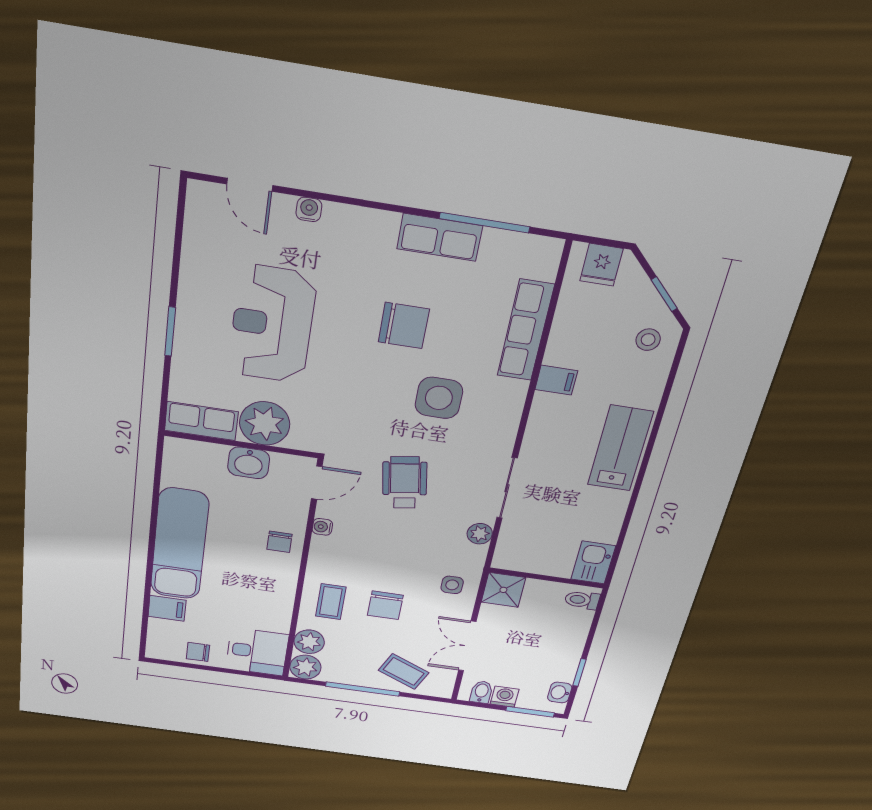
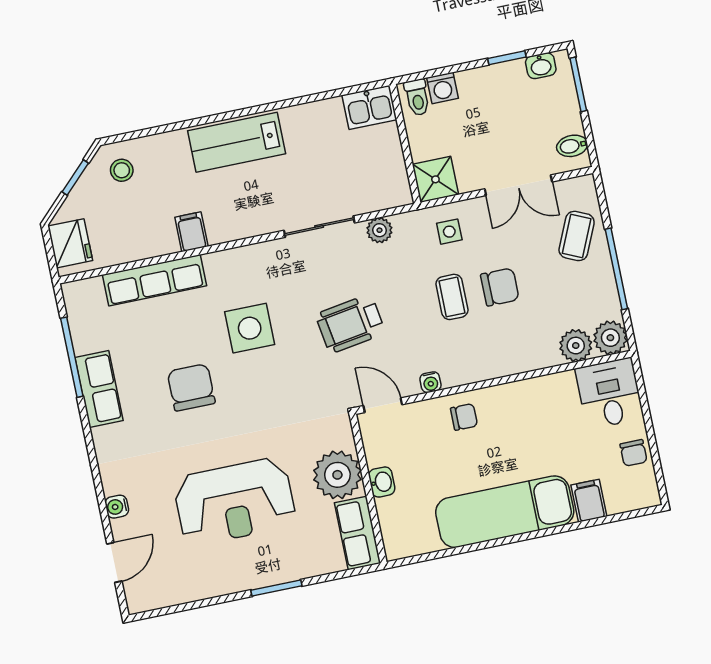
fridge: (601, 265) -> (70, 243), width x1.38
washbasin: (249, 463) -> (382, 482), width x0.72, depth x0.69
coffee table: (331, 602) -> (452, 297), moved, turned 90
washing machine: (504, 697) -> (442, 88), moved, turned -90

